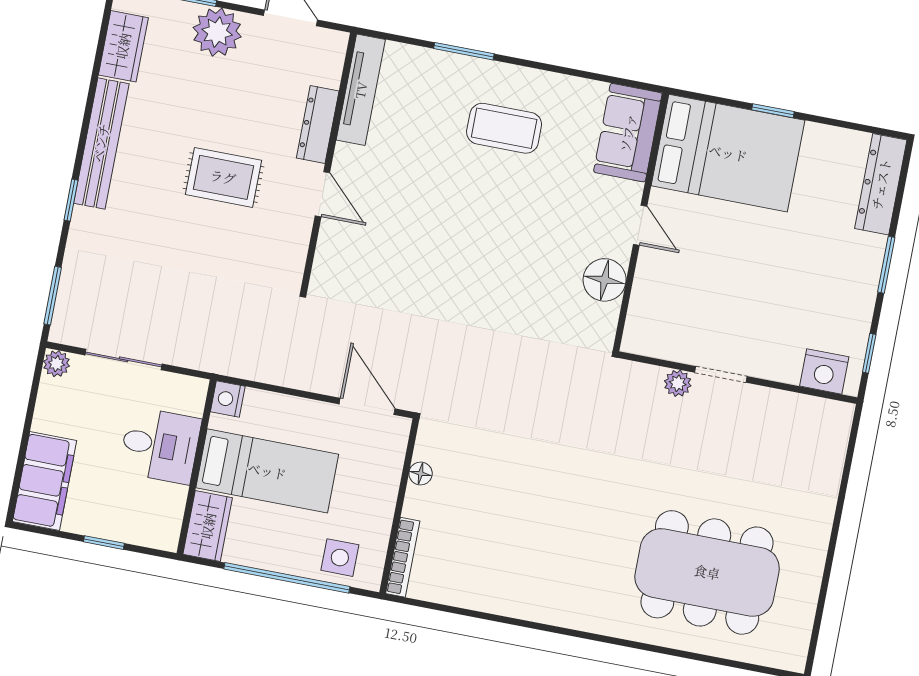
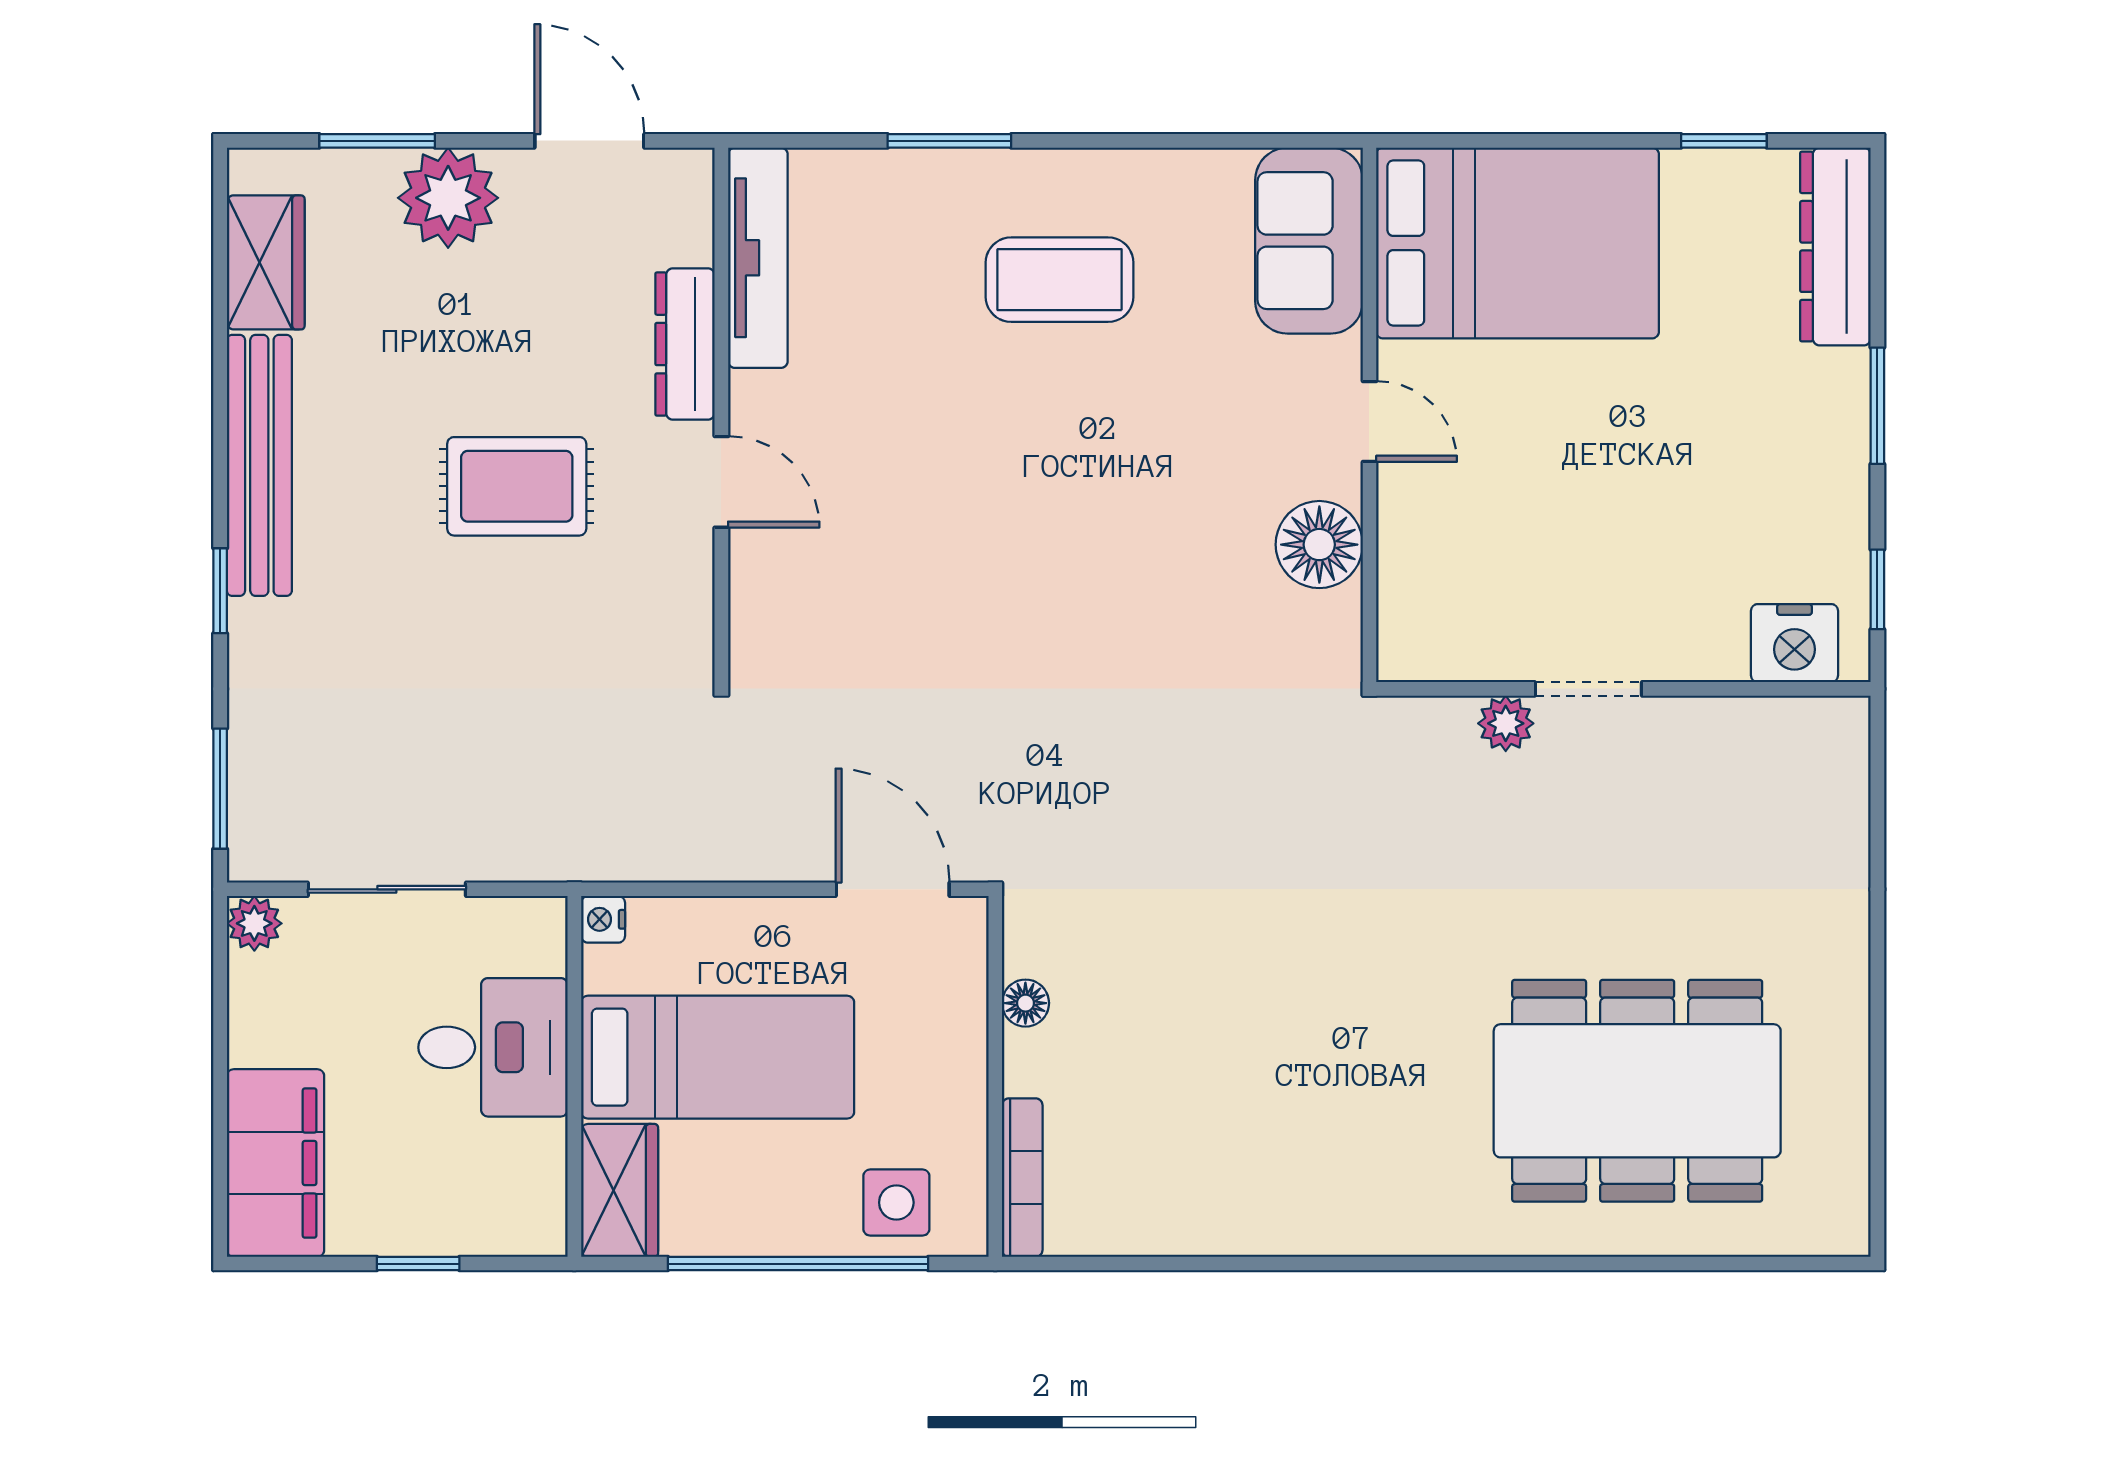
window: (773, 111) -> (1724, 141), moved
nightstand: (228, 399) -> (603, 919), width x0.72, depth x0.74

